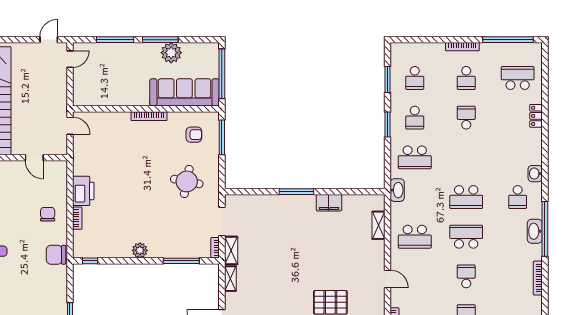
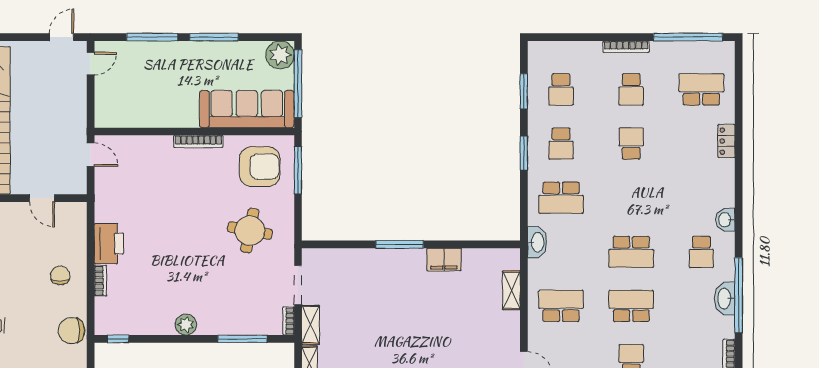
plant: (171, 53) -> (280, 55), moved
armchair: (194, 135) -> (260, 167), width x1.88, depth x1.88
school desk: (415, 237) -> (561, 306), turned 180

